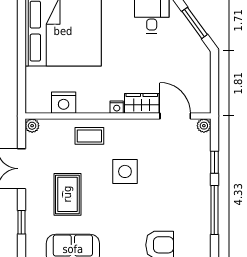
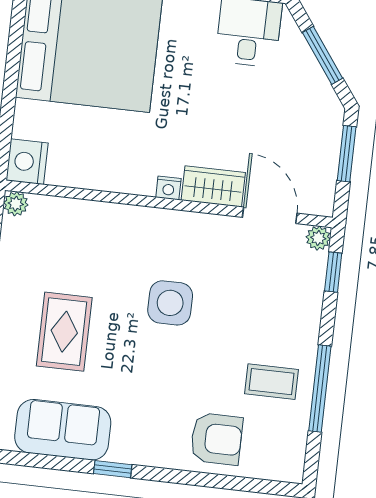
window: (214, 77) -> (347, 154), added
nightstand: (64, 103) -> (27, 162), moved, turned 90
coffee table: (89, 136) -> (272, 382), moved
window: (214, 162) -> (333, 272), moved

